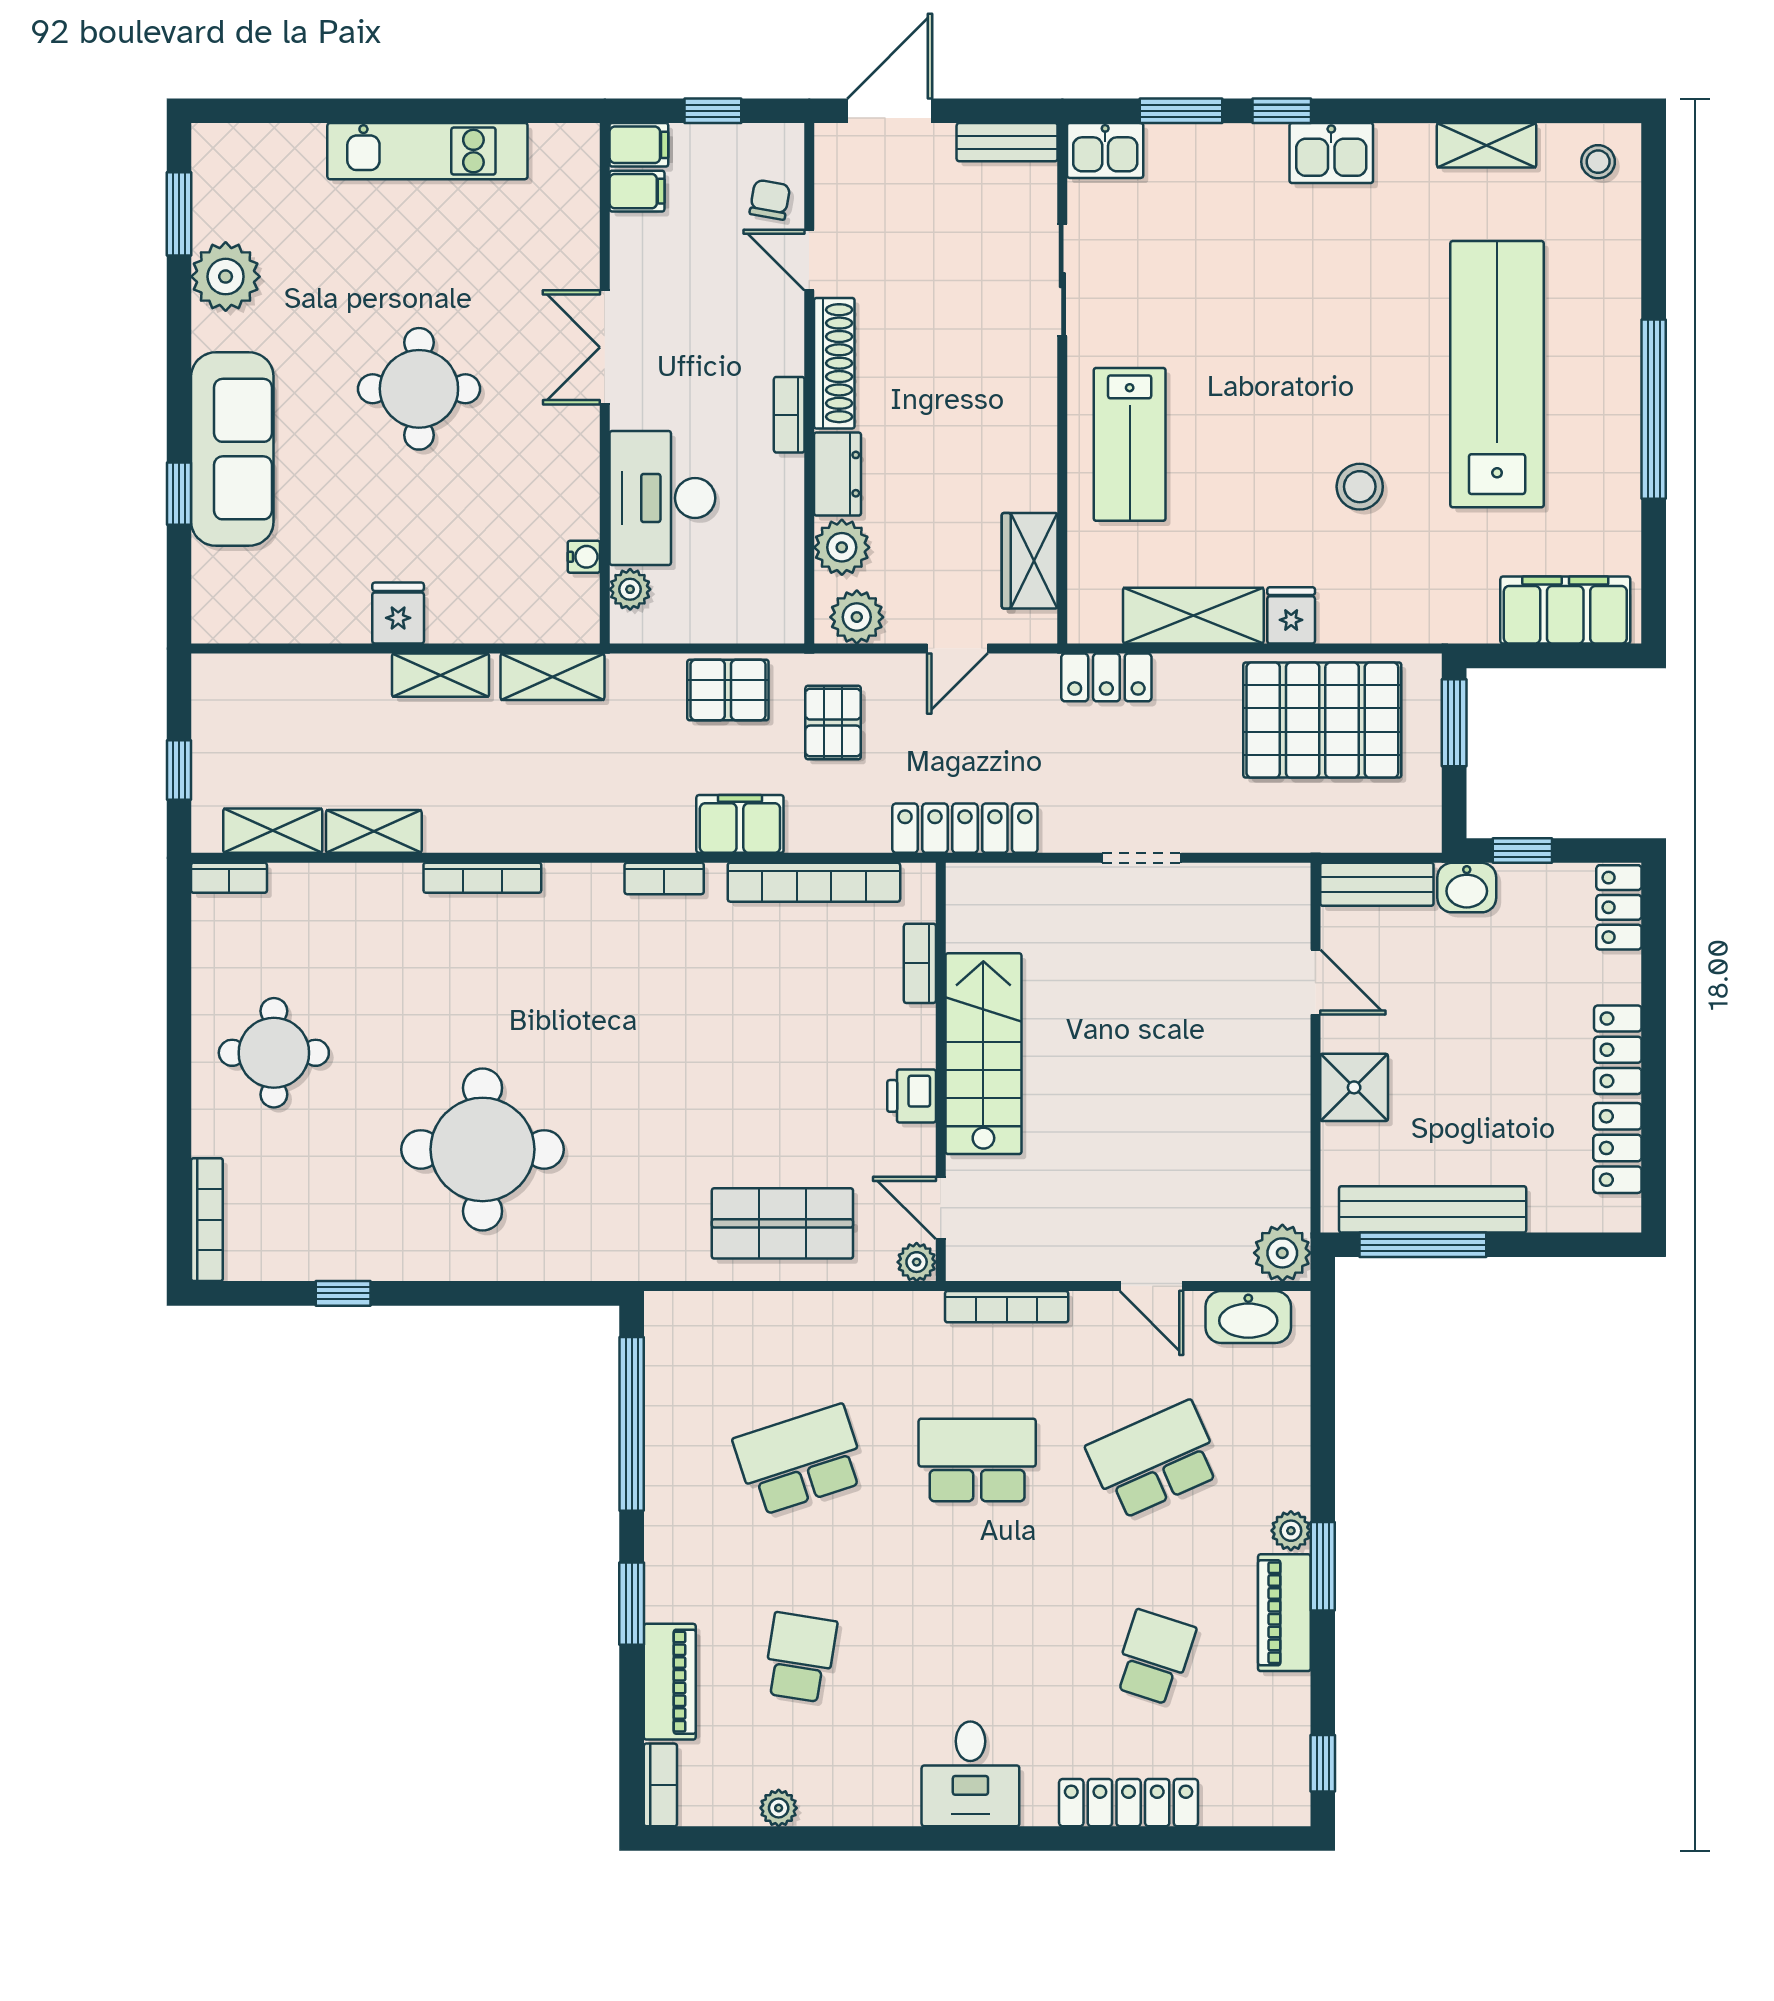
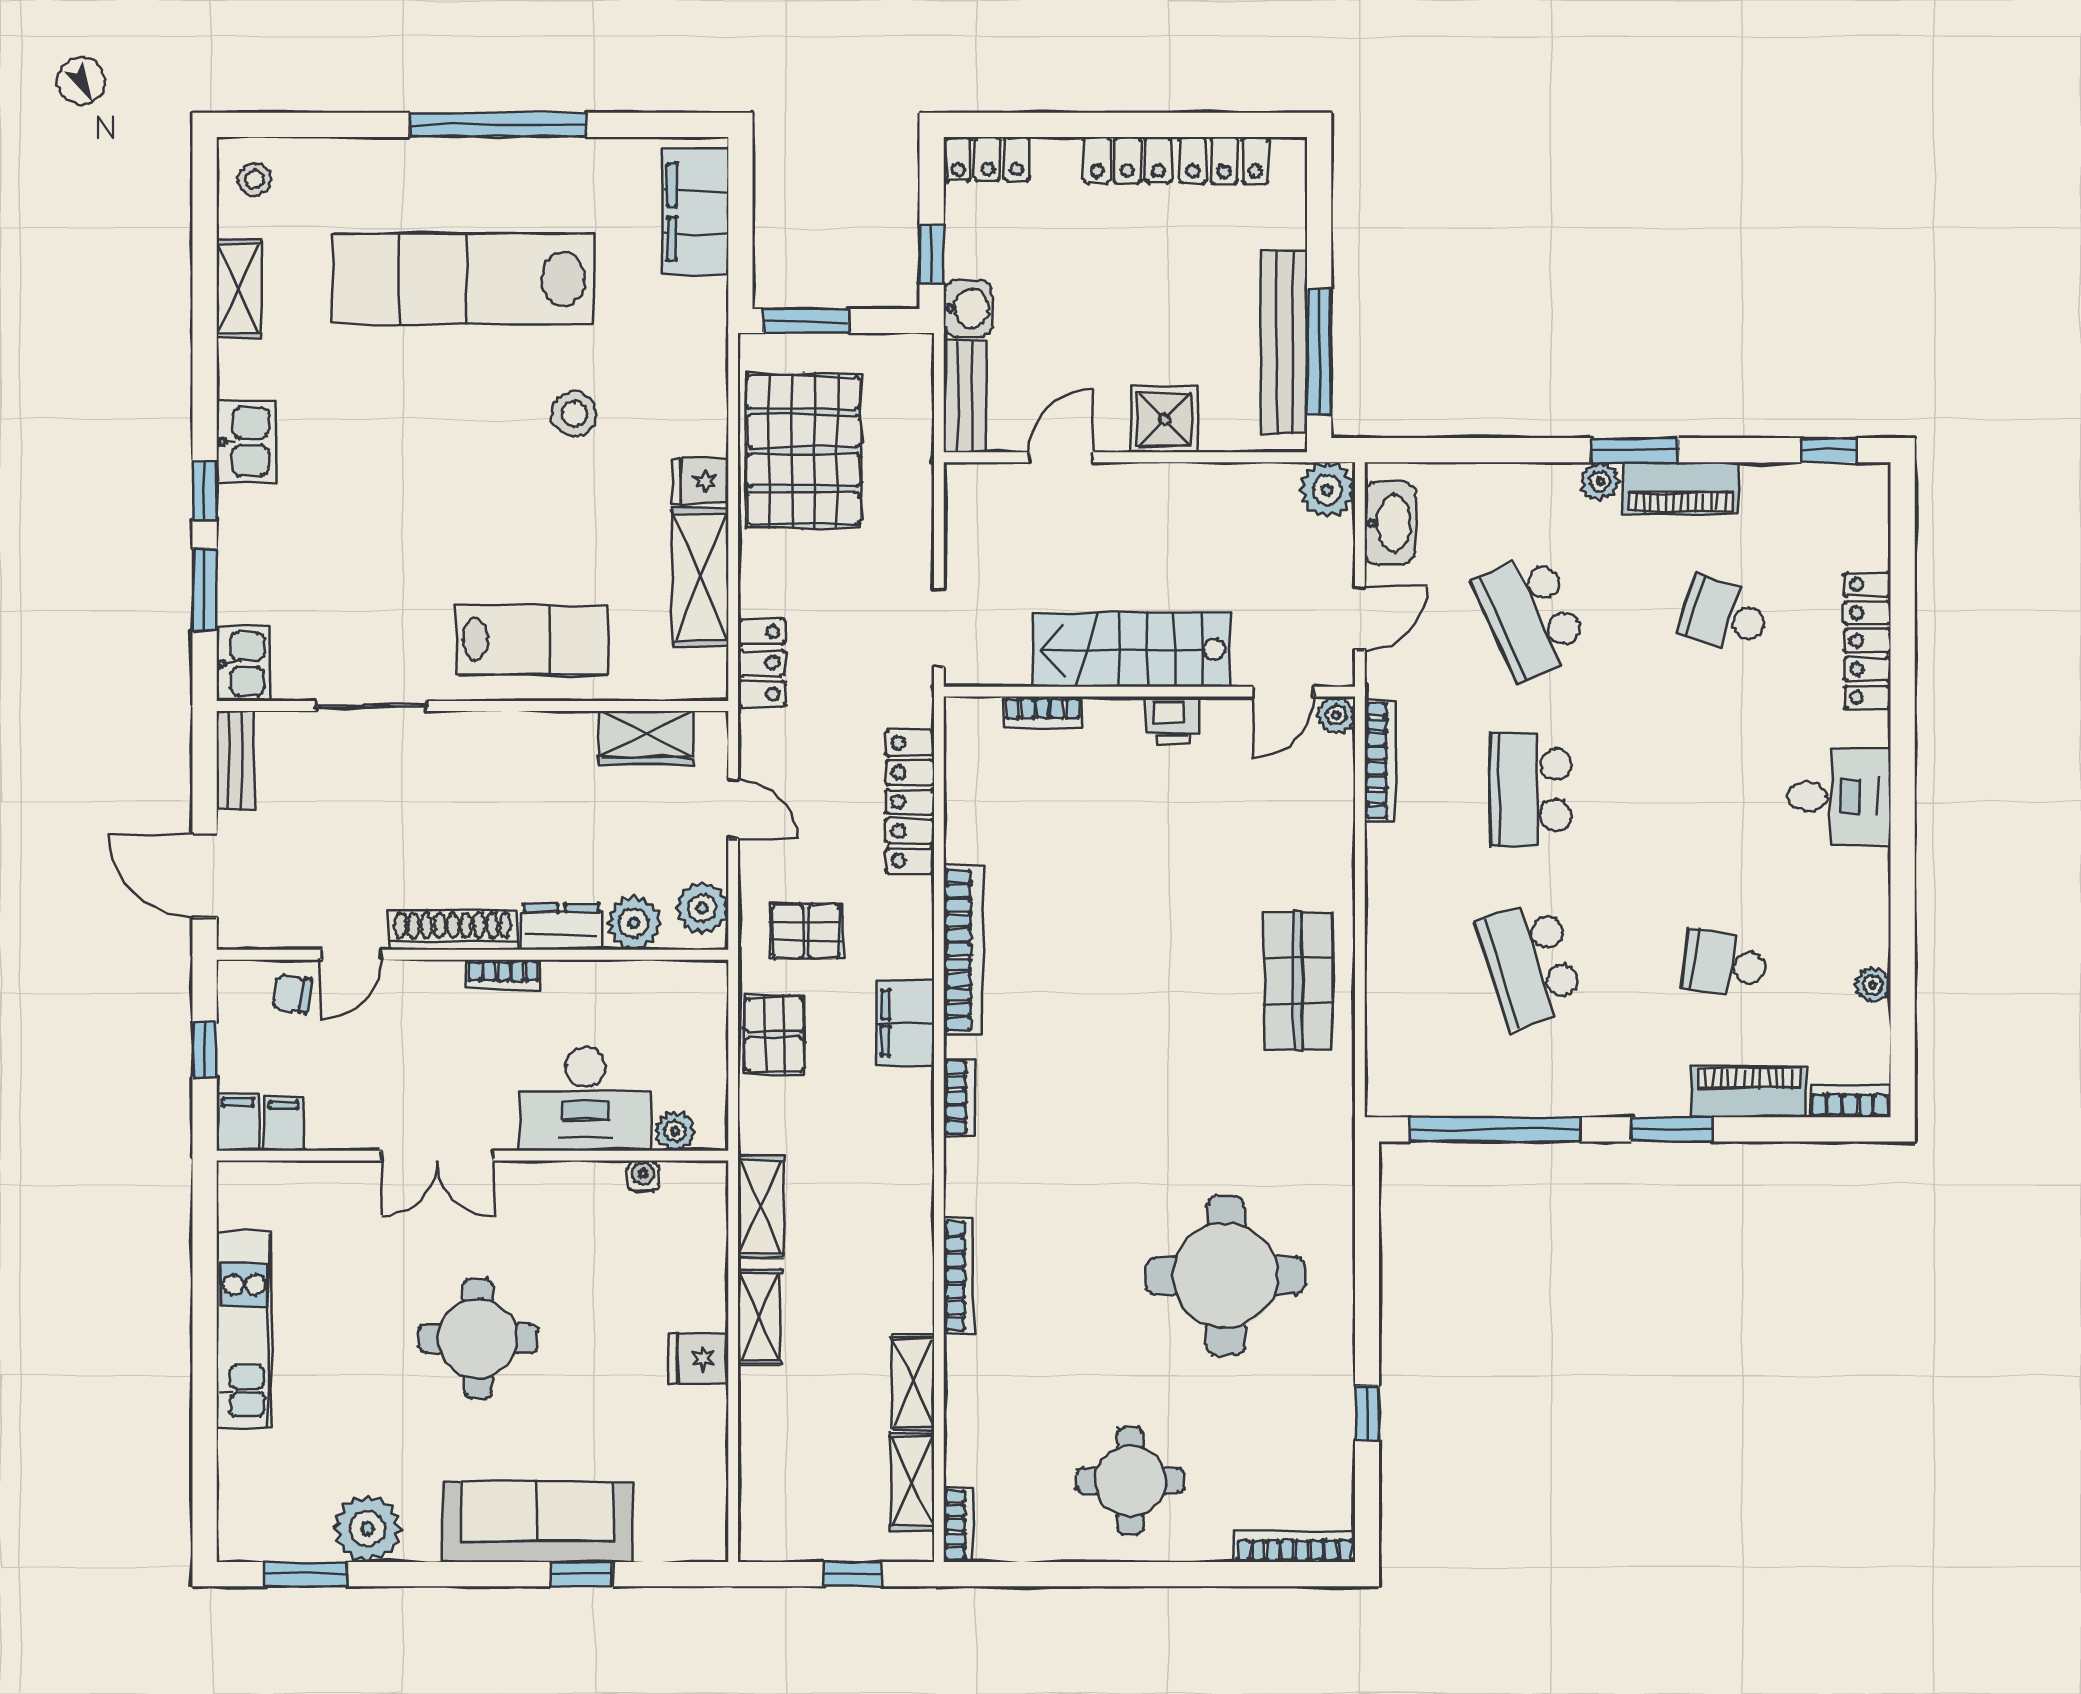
bookcase: (920, 963) -> (1043, 712), moved
stairs: (983, 1054) -> (1131, 650), moved
wall: (941, 1072) -> (1149, 692), moved
printer: (912, 1096) -> (1173, 720), moved
door: (941, 1208) -> (1283, 692), moved
plant: (917, 1262) -> (1336, 715), moved

